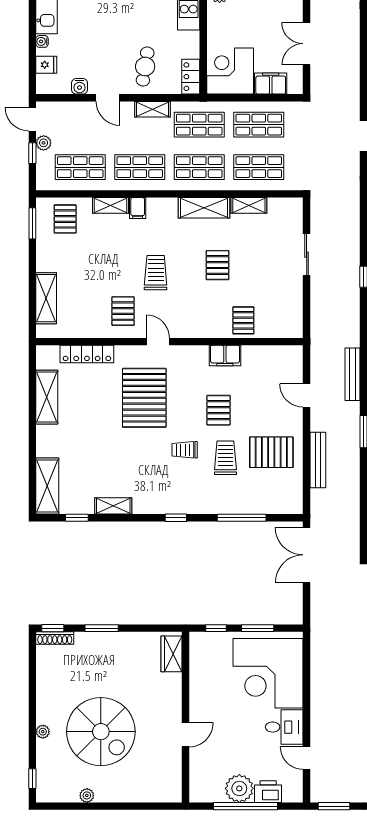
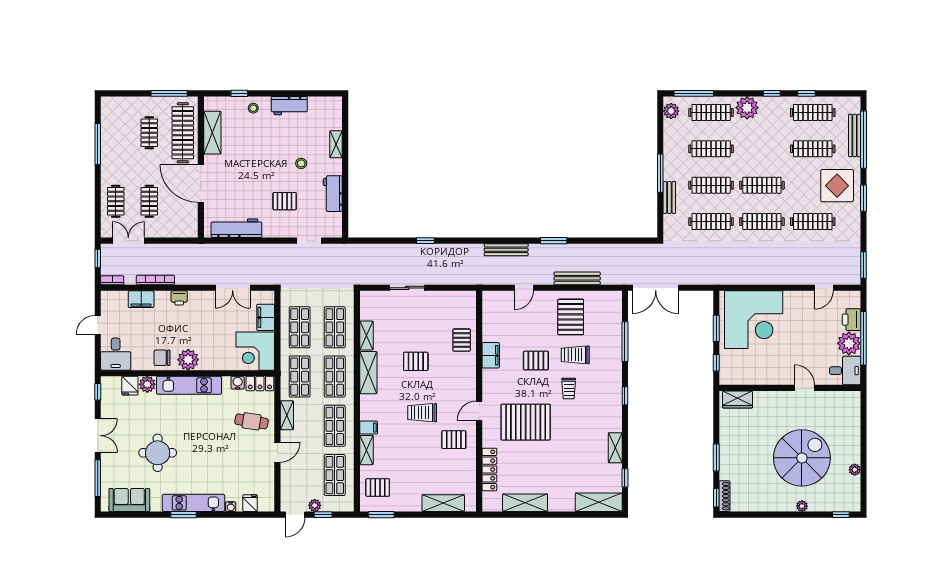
water cooler: (80, 86) -> (238, 383), moved, turned -90
pallet: (243, 320) -> (462, 340), turned 90
desk: (284, 727) -> (845, 371), moved, turned 90

